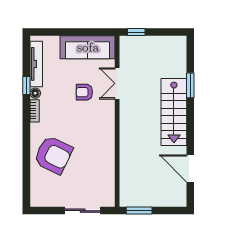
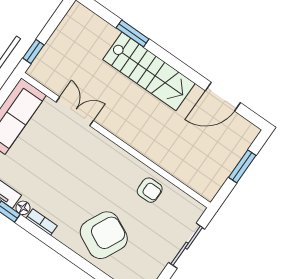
double door: (117, 83) -> (75, 111), swing flipped
armchair: (84, 92) -> (150, 190), moved, turned -90
window: (139, 211) -> (242, 166), moved

